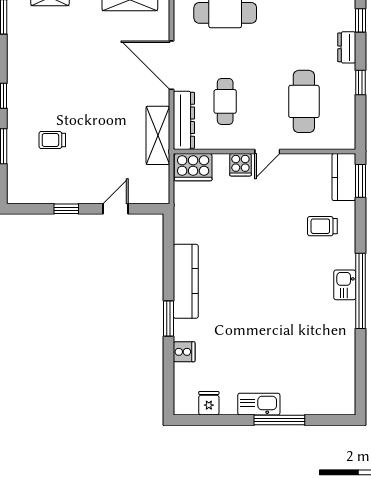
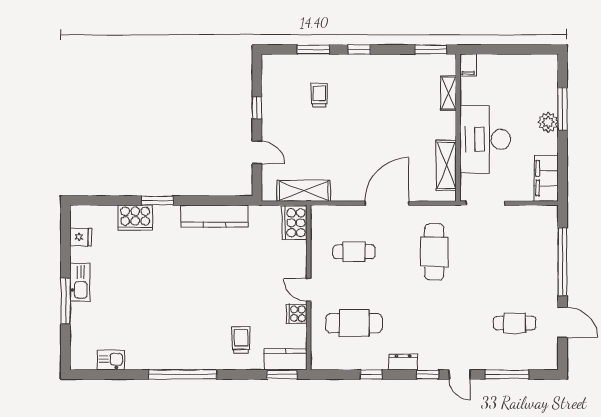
dresser: (184, 120) -> (337, 214), removed
shelving: (158, 135) -> (304, 191), moved
cooker: (240, 165) -> (297, 314), moved
kitchen counter: (186, 281) -> (214, 216), moved
kitchen sink: (345, 285) -> (111, 360), moved
cooker: (184, 352) -> (135, 218), width x1.87, depth x1.31

